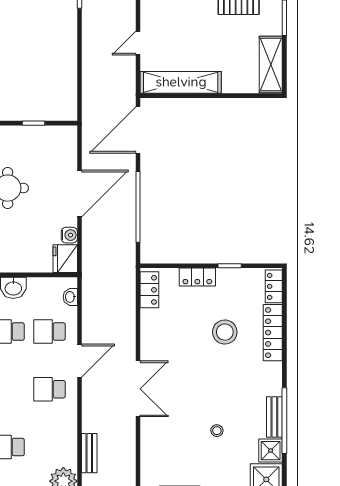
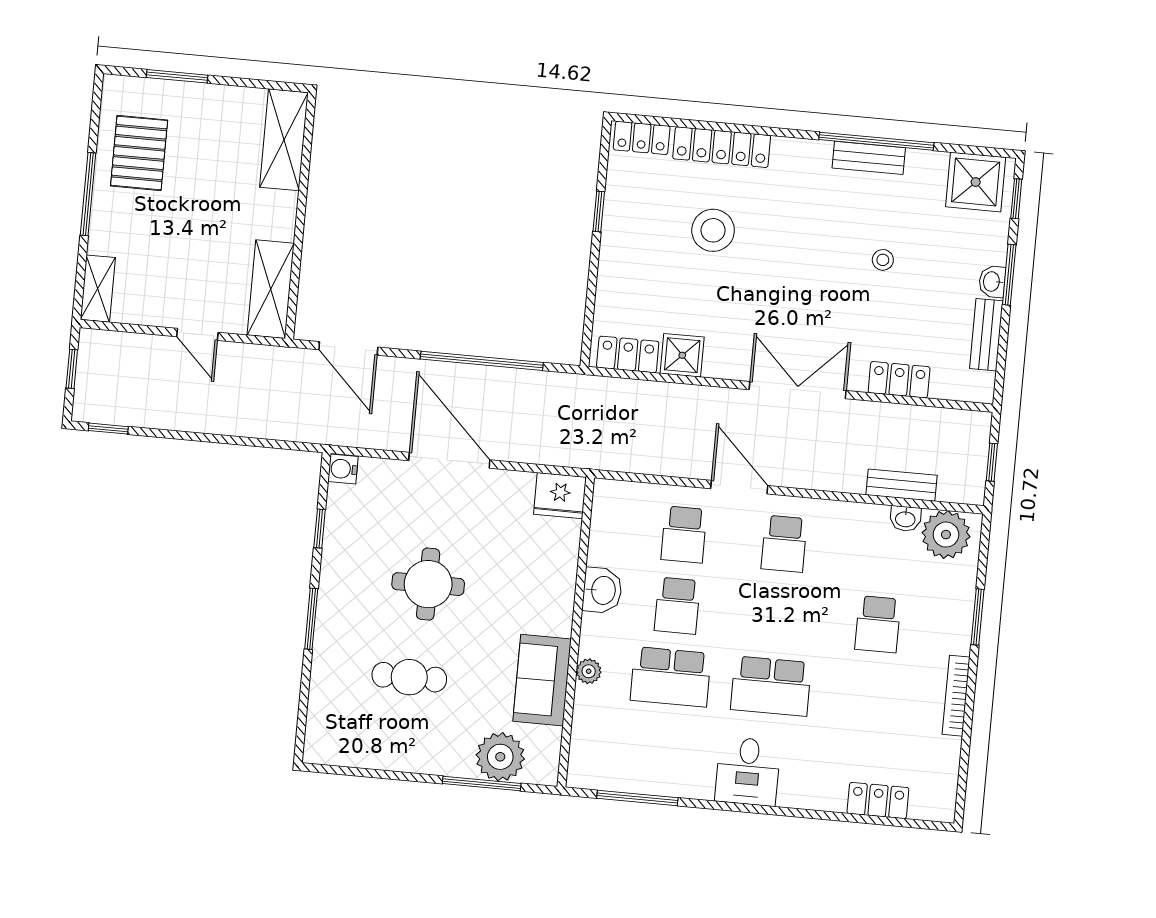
shelving: (271, 64) -> (284, 140), moved, turned 90
shelving: (181, 82) -> (271, 289), width x0.68
door: (138, 130) -> (348, 348), width x0.73
water cooler: (69, 235) -> (343, 469), moved, turned -90
locker: (197, 277) -> (899, 380), moved, turned -90
washbasin: (70, 297) -> (905, 519), moved
shower: (271, 451) -> (682, 355), moved

